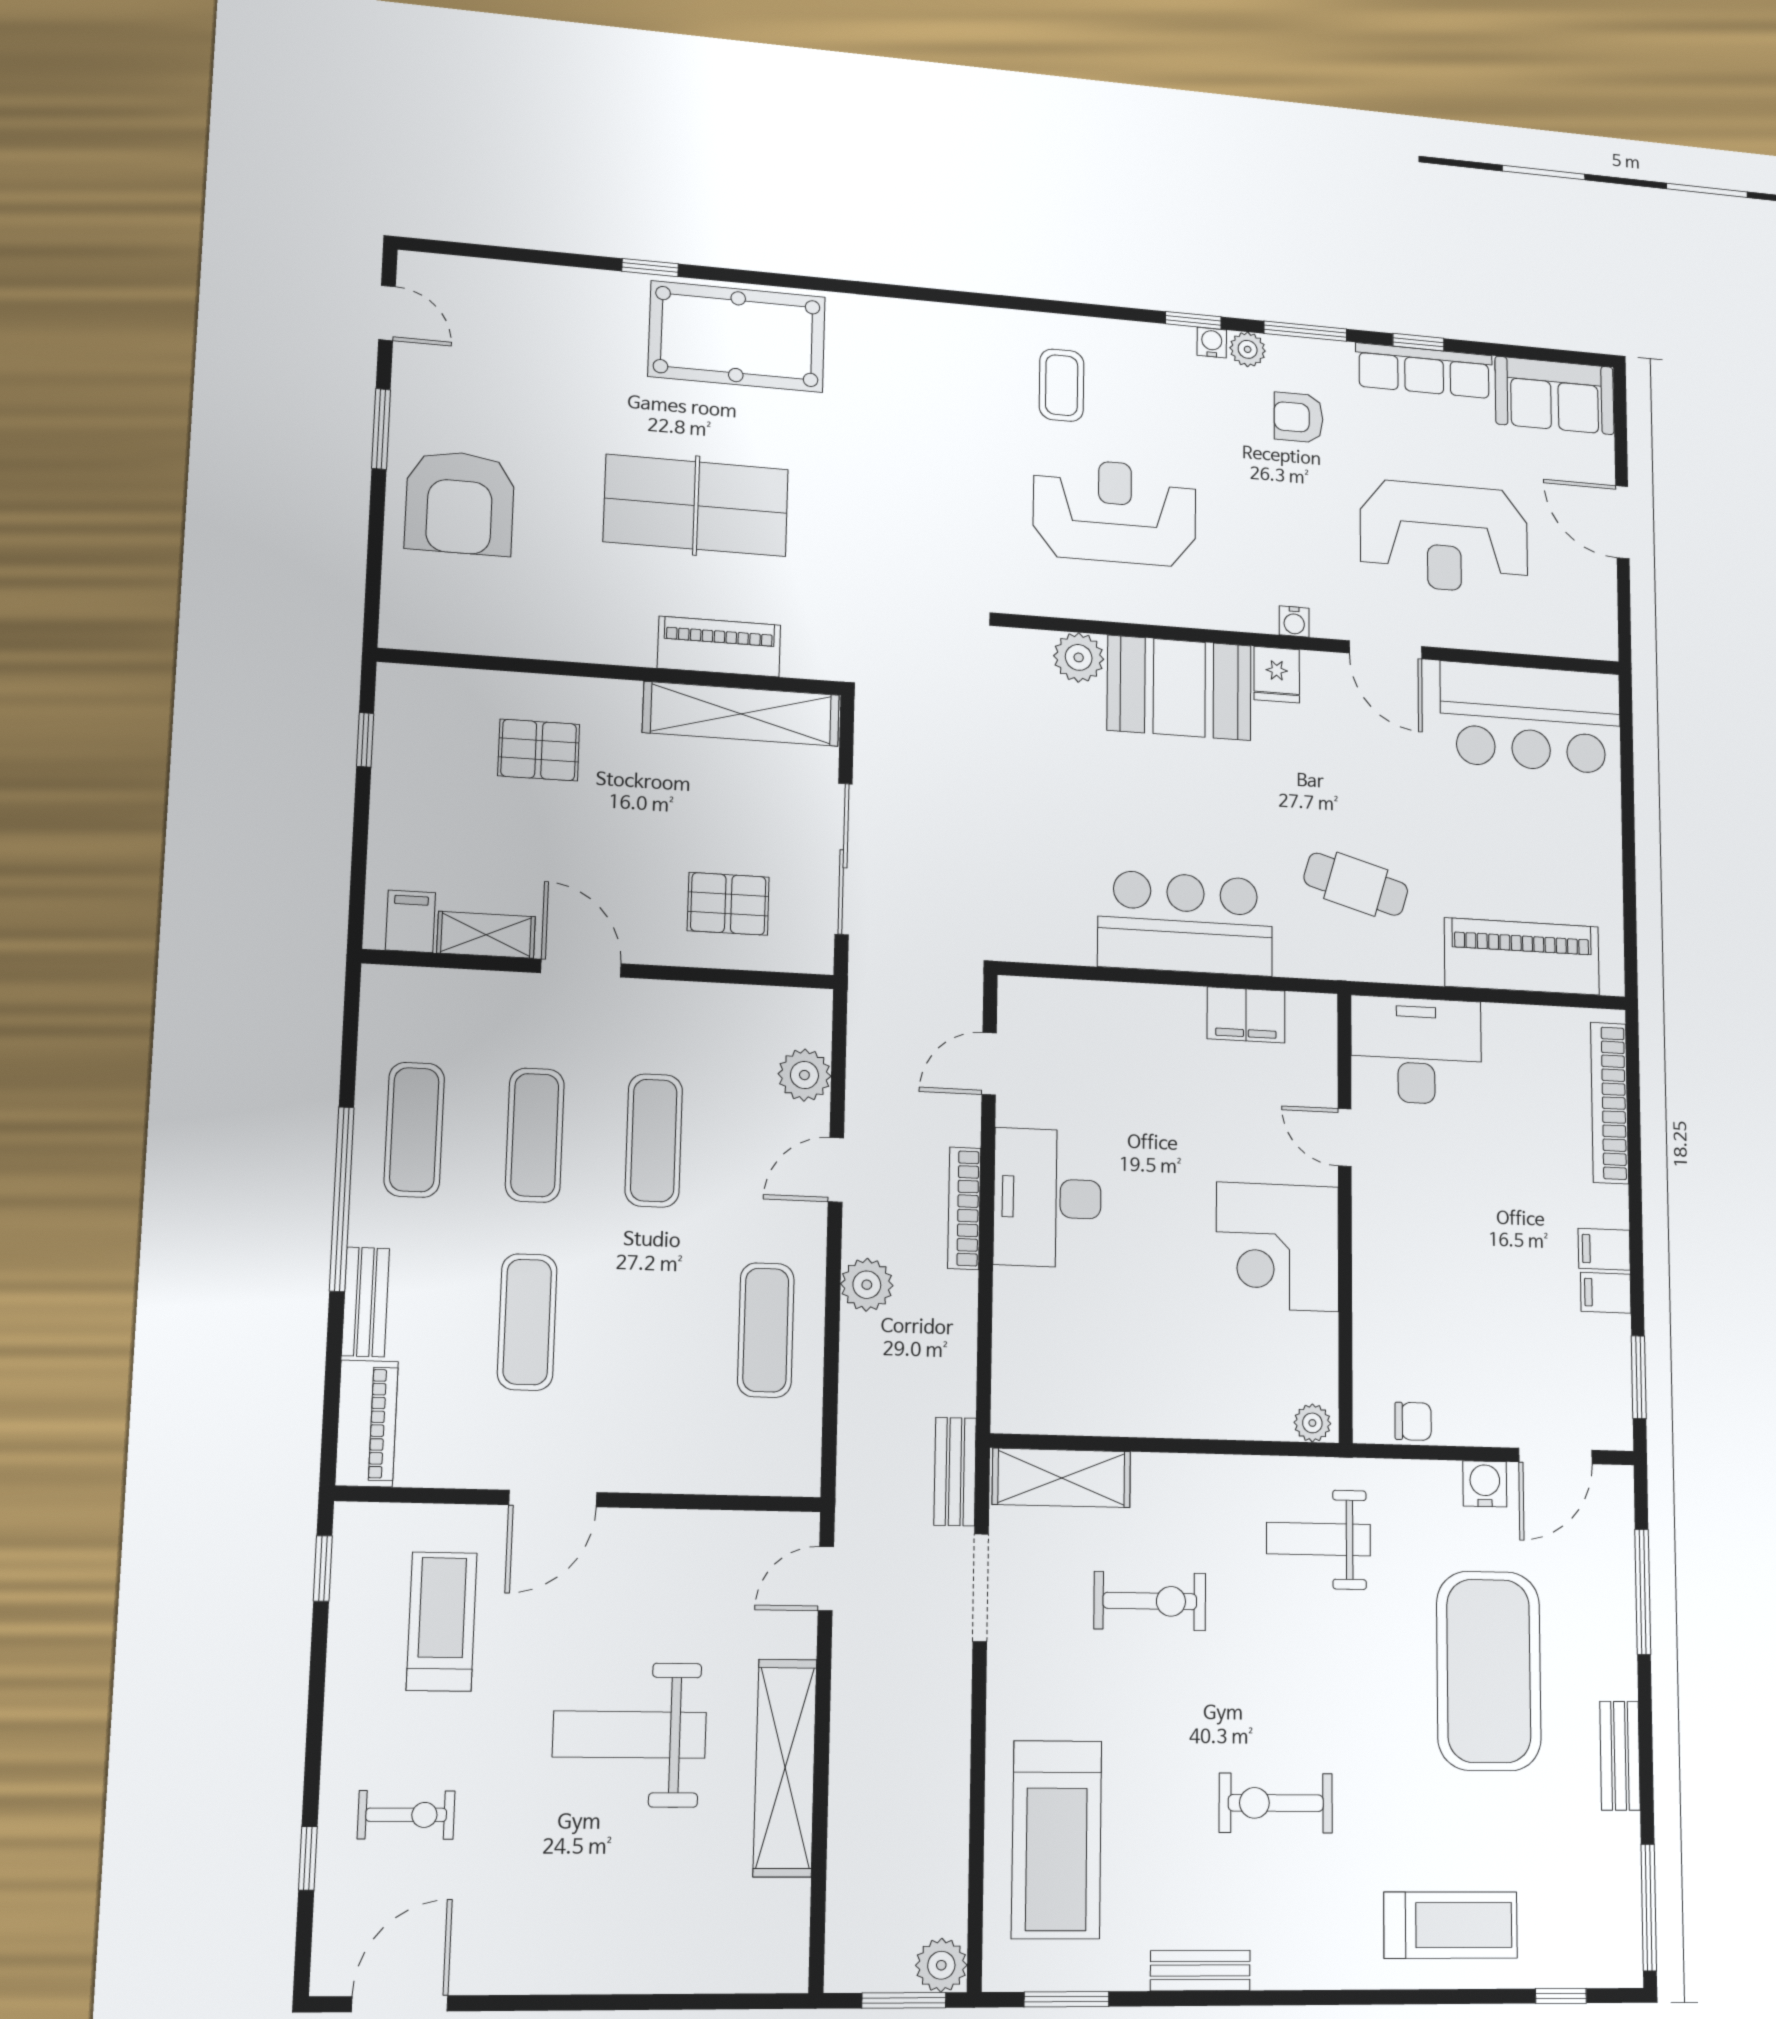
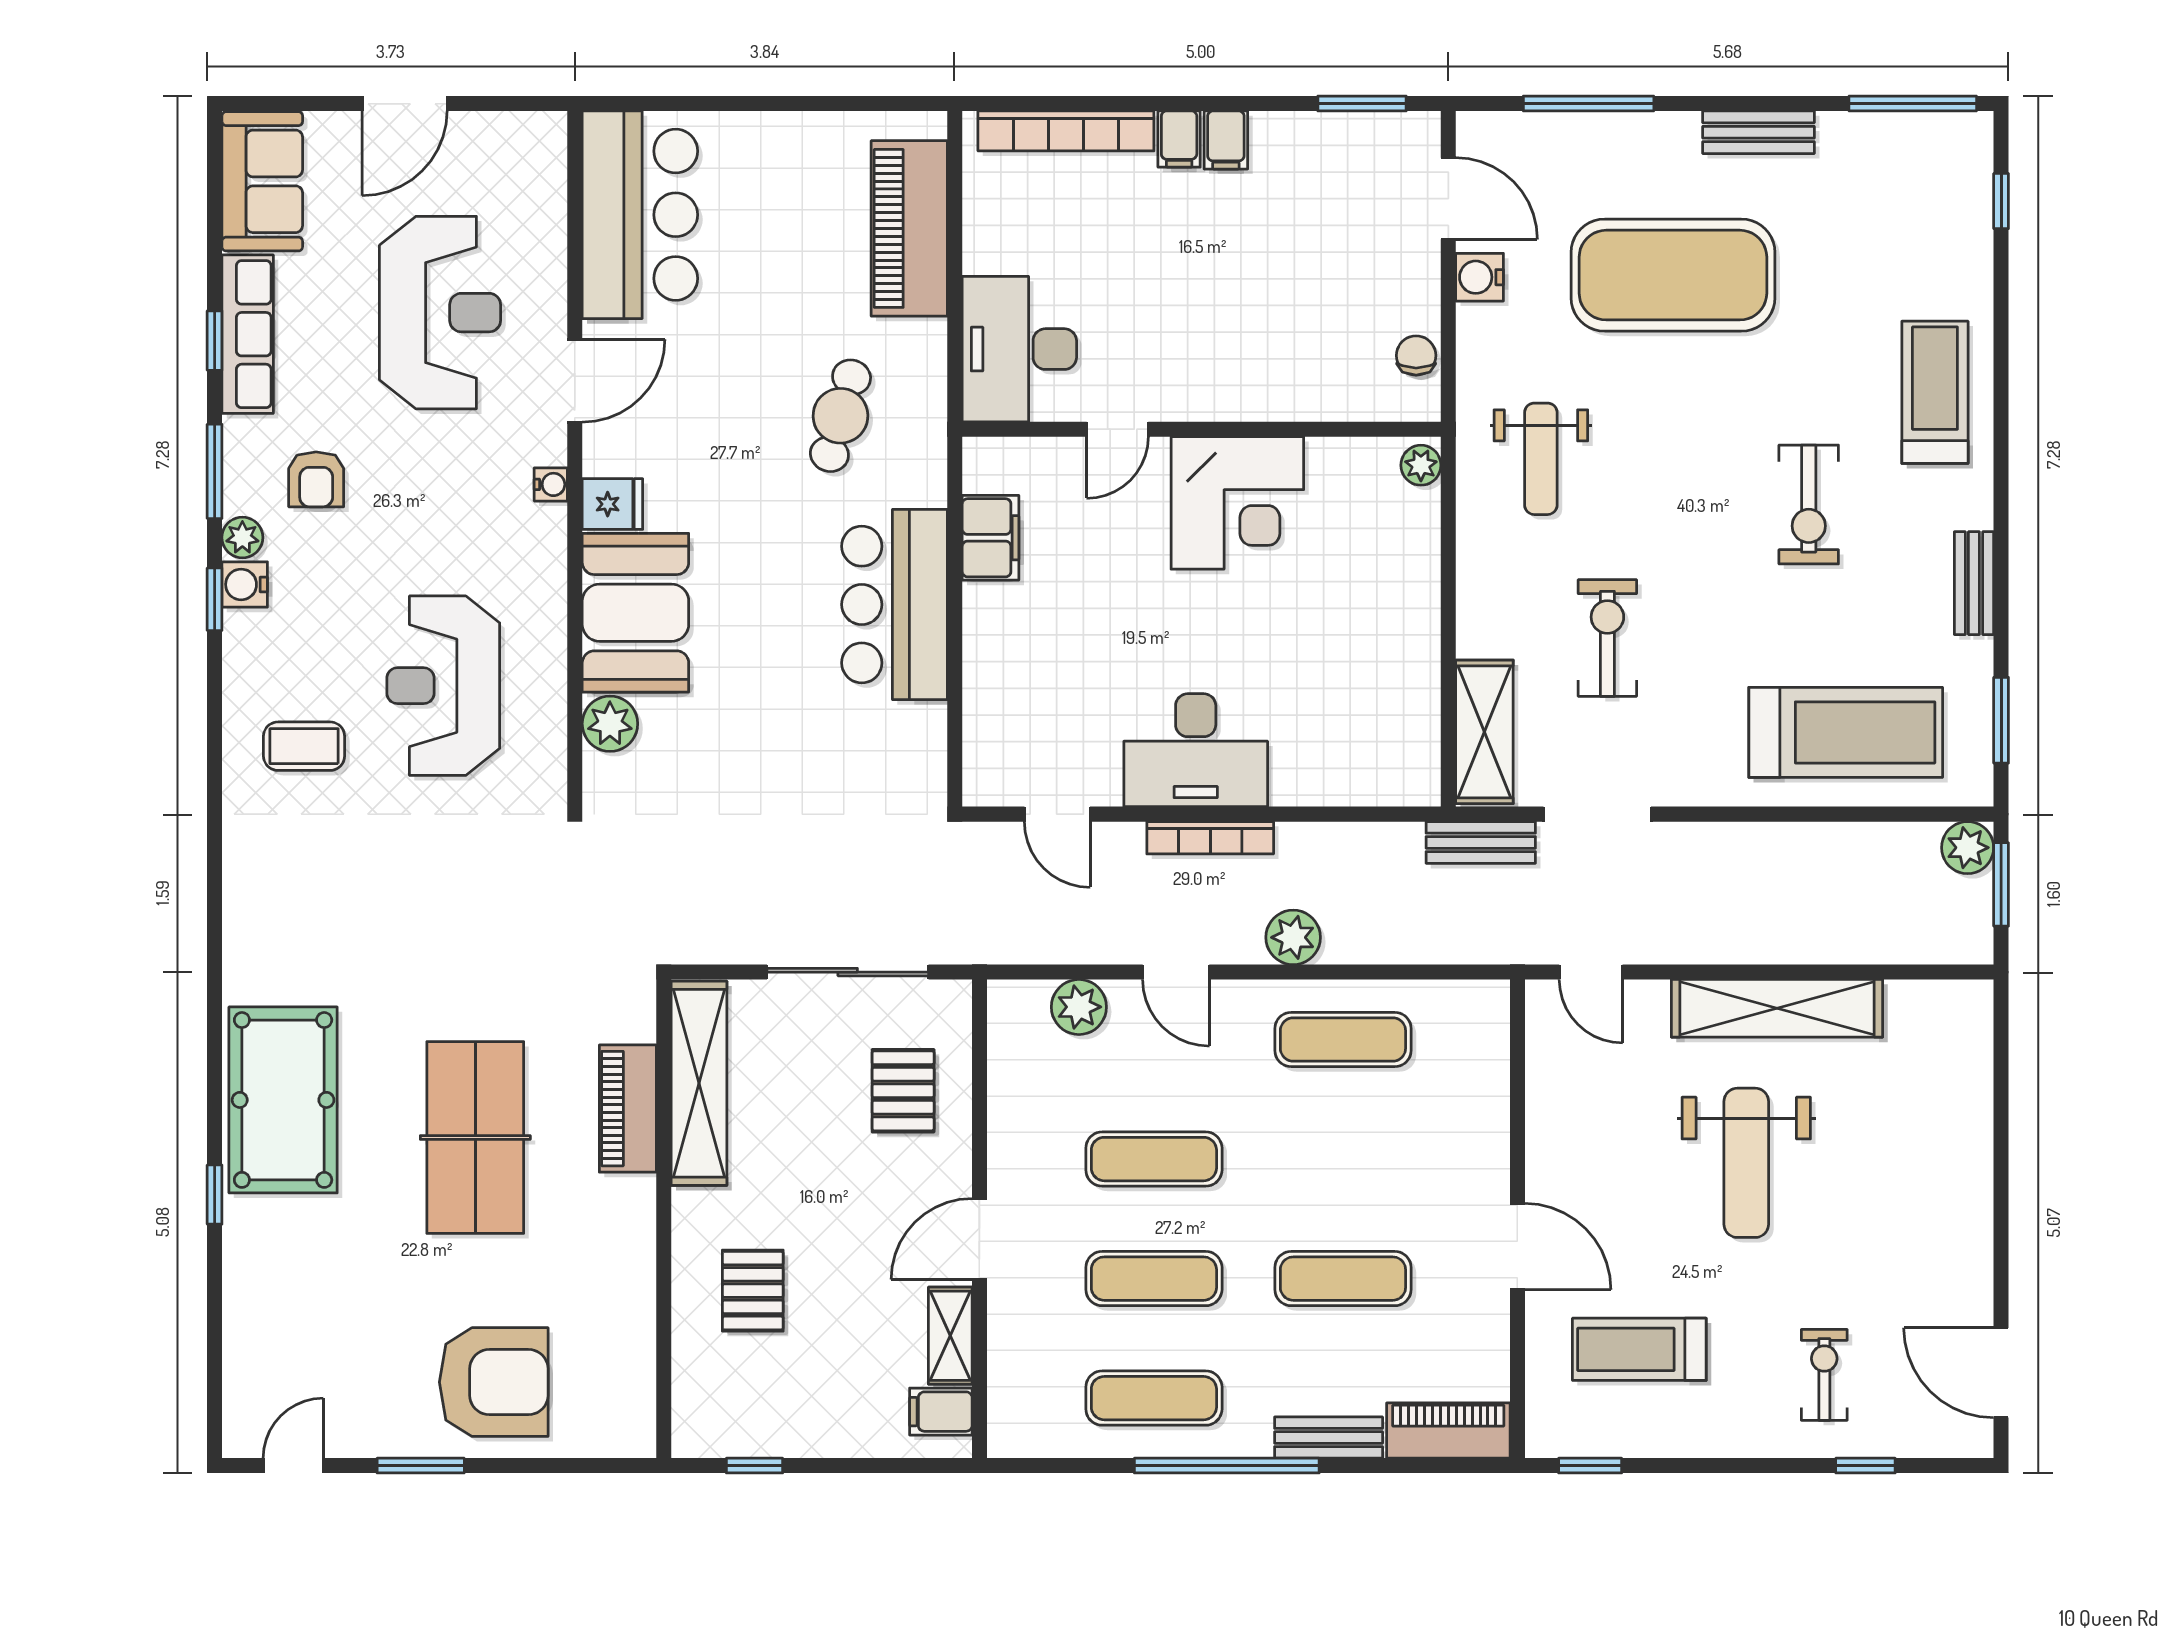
water cooler: (1212, 343) -> (245, 584), width x1.38, depth x1.38
filing cabinet: (1606, 1293) -> (1179, 139), moved
treadmill: (1451, 1925) -> (1935, 392), moved

